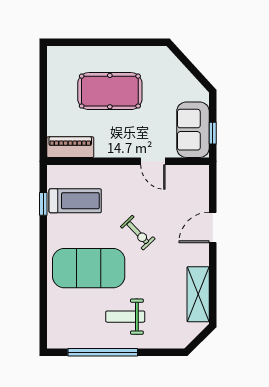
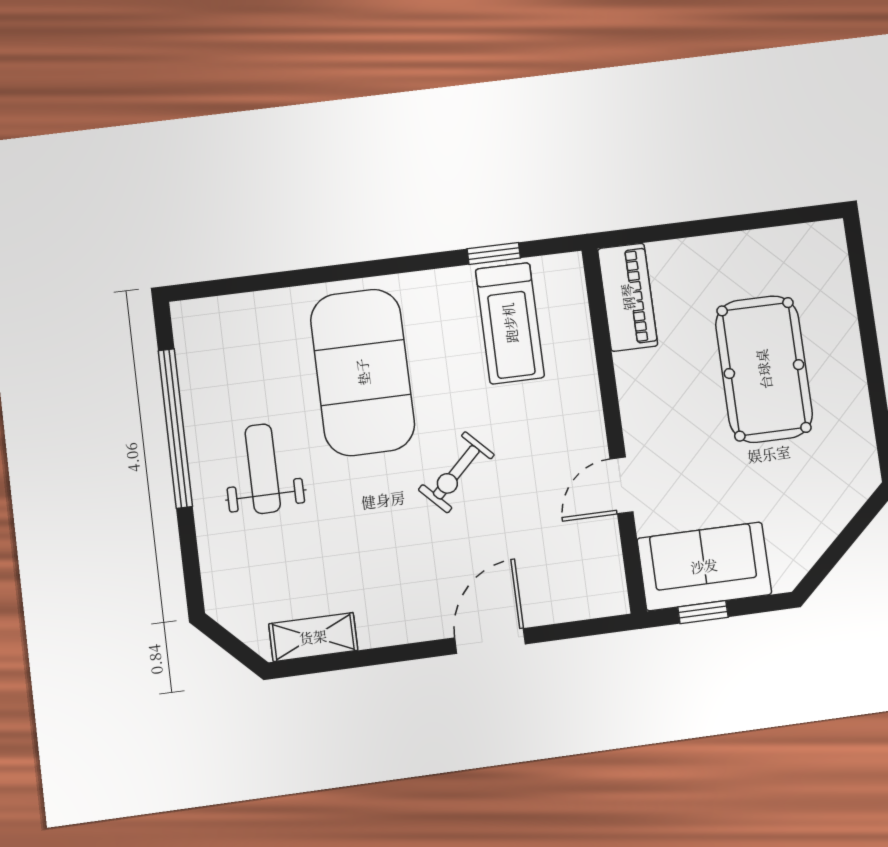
door: (213, 227) -> (490, 641), hinge flipped
shelving: (198, 294) -> (313, 637), width x0.67, depth x0.75

